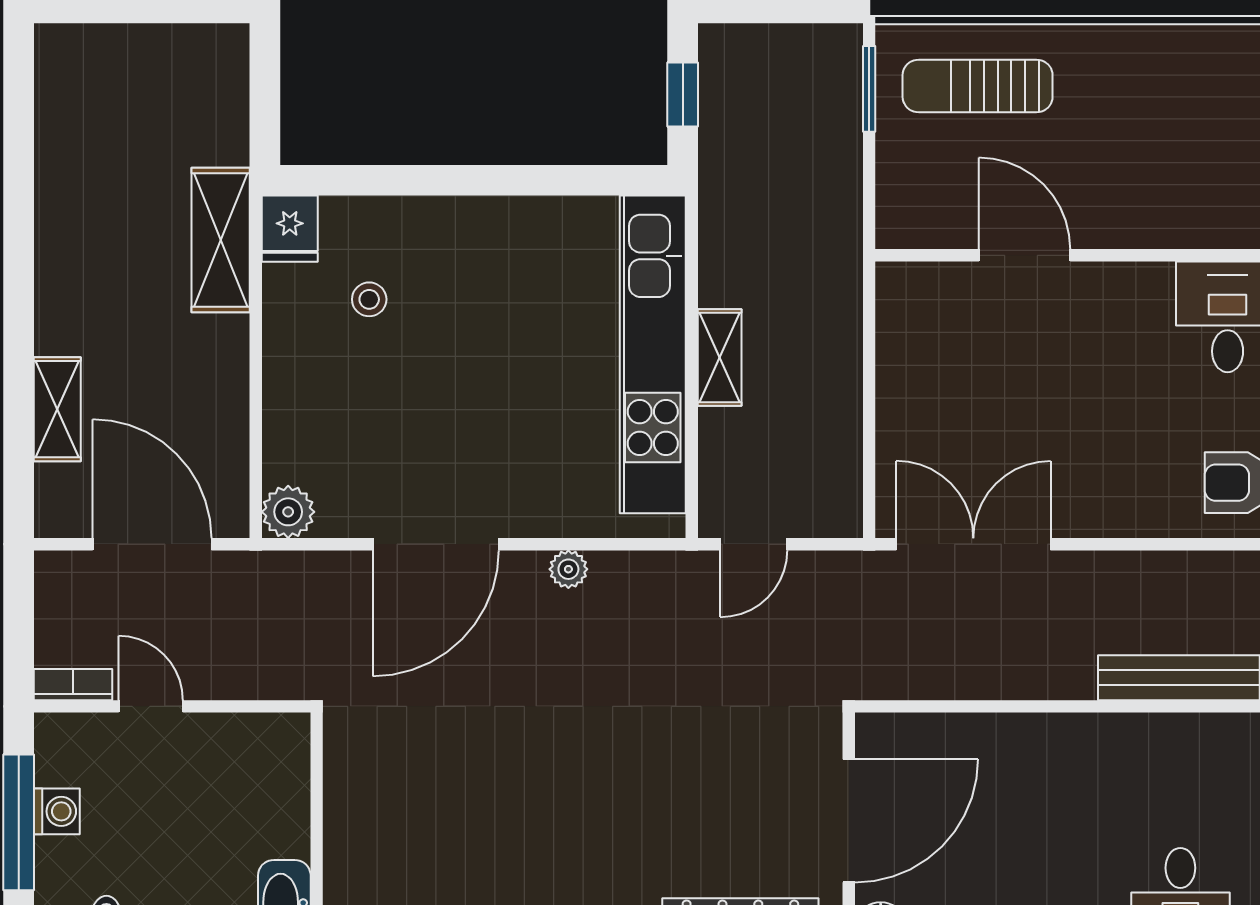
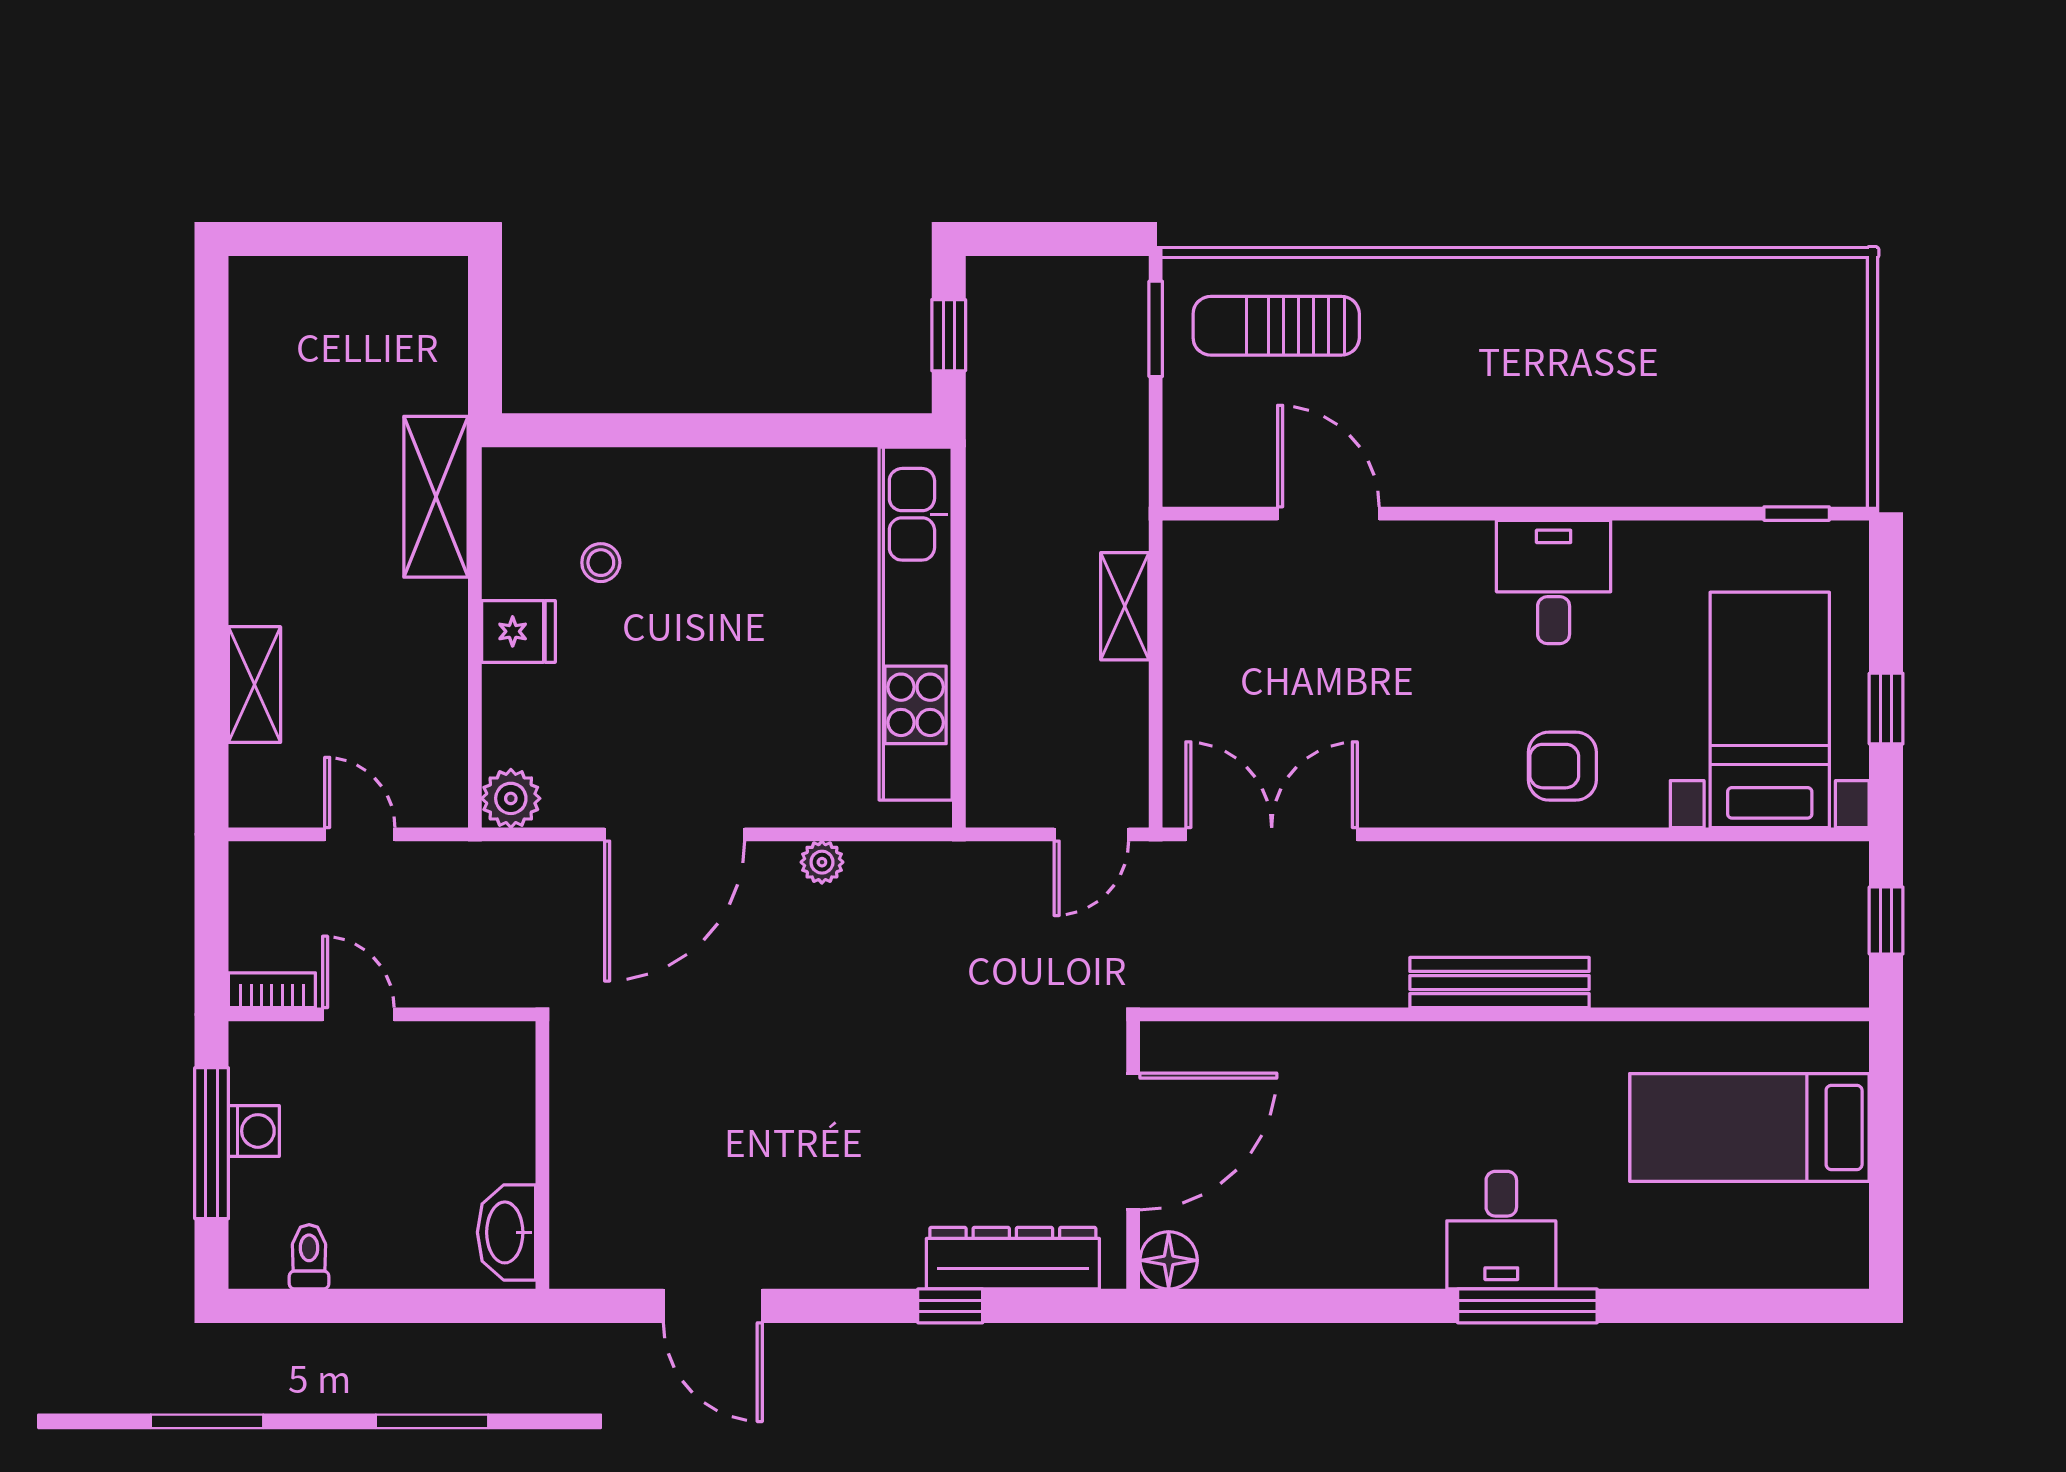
fridge: (290, 229) -> (518, 631), moved, turned -90
shelving: (720, 358) -> (1125, 606), moved
door: (152, 544) -> (360, 834), width x0.53
door: (754, 544) -> (1091, 834), moved

